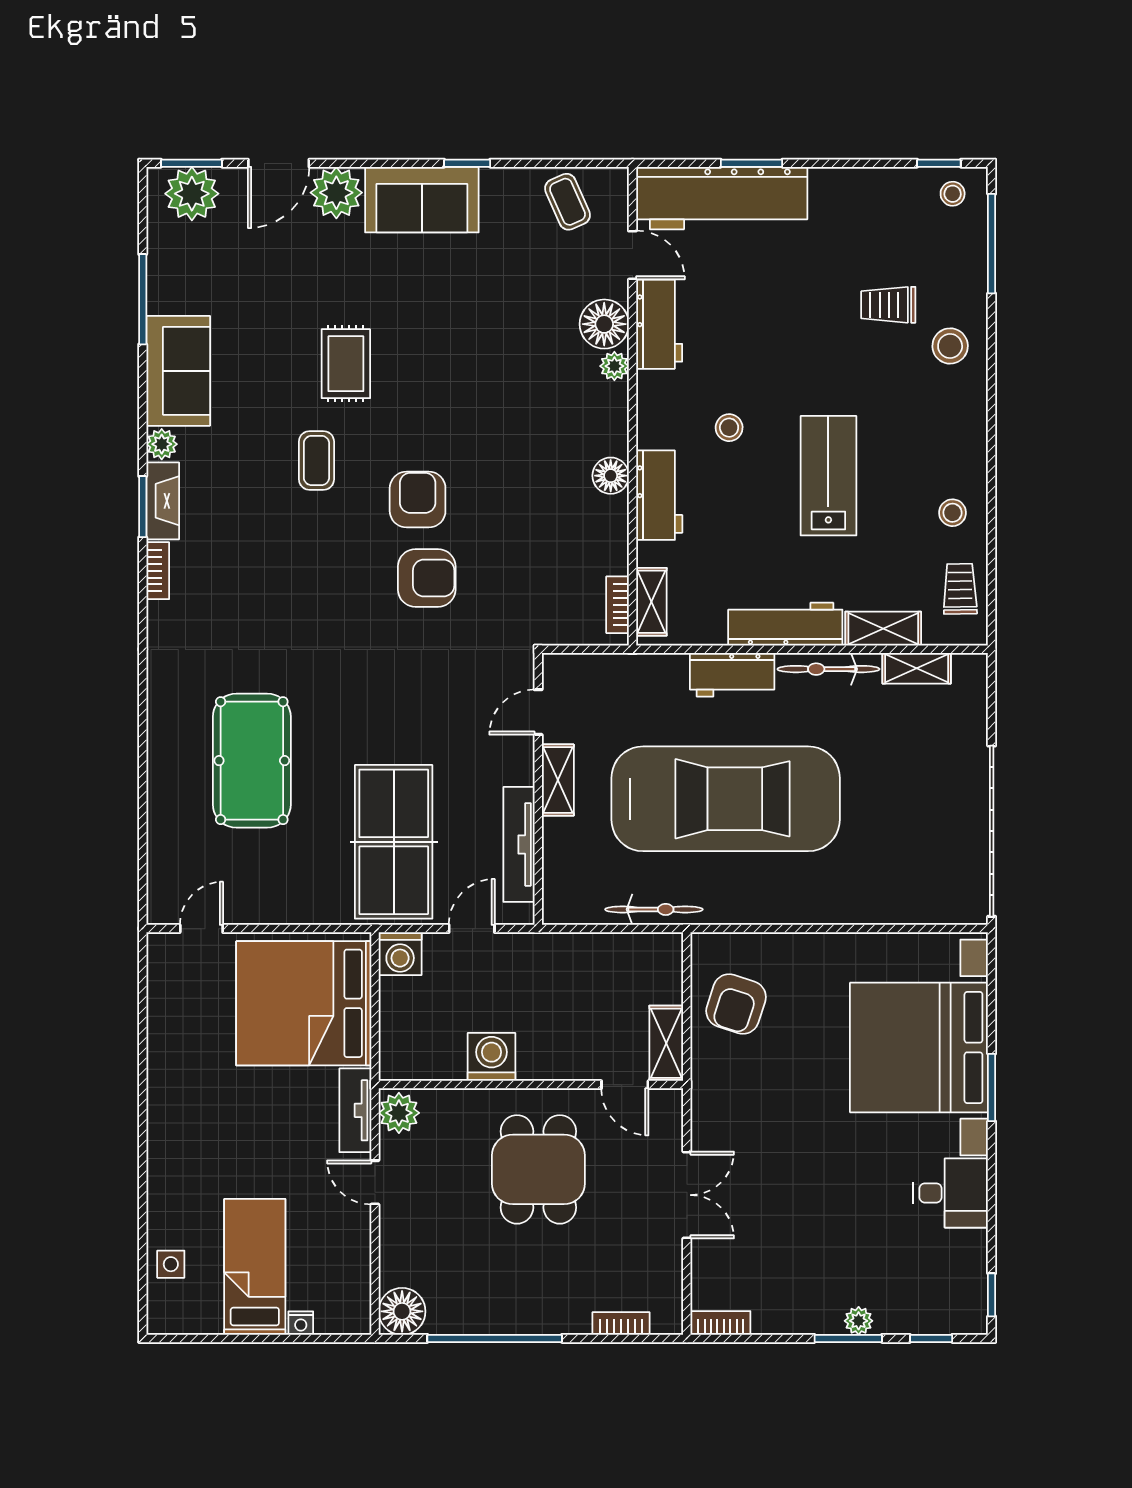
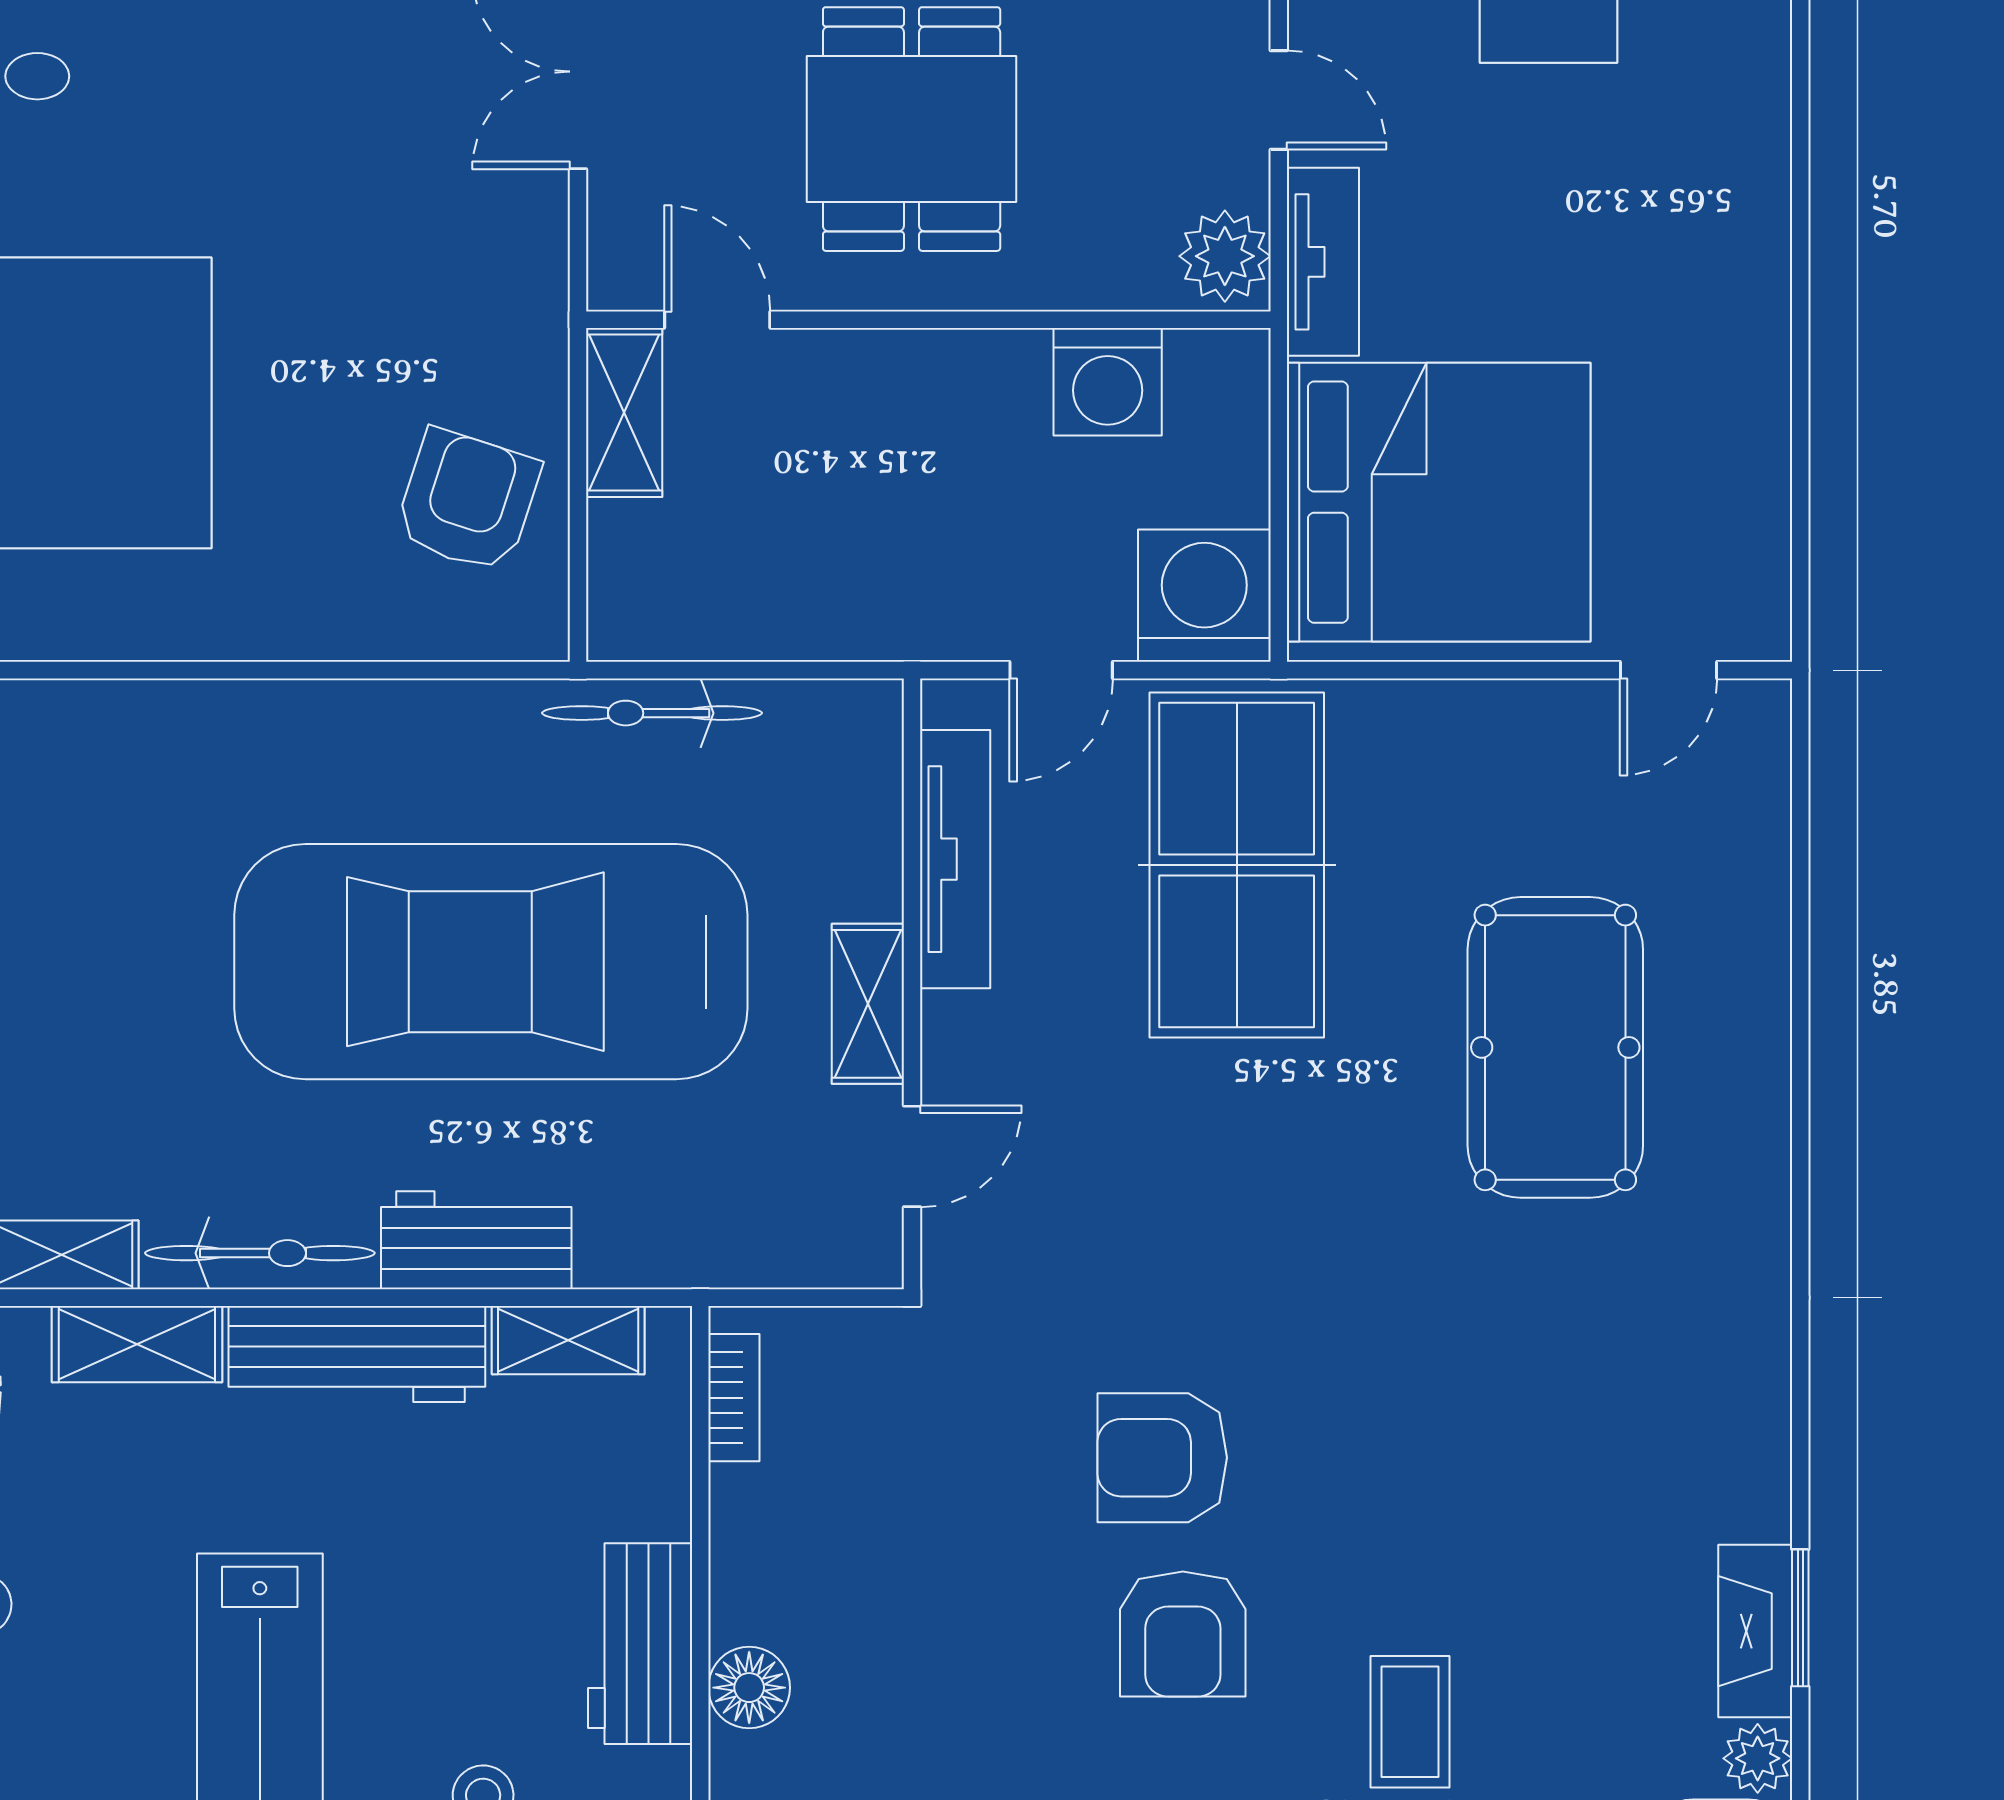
bookcase: (158, 571) -> (1767, 1474), removed
shelving: (651, 602) -> (568, 1340), moved, turned 90
washing machine: (400, 954) -> (1204, 596), width x1.37, depth x1.37
washing machine: (492, 1057) -> (1108, 382), moved

